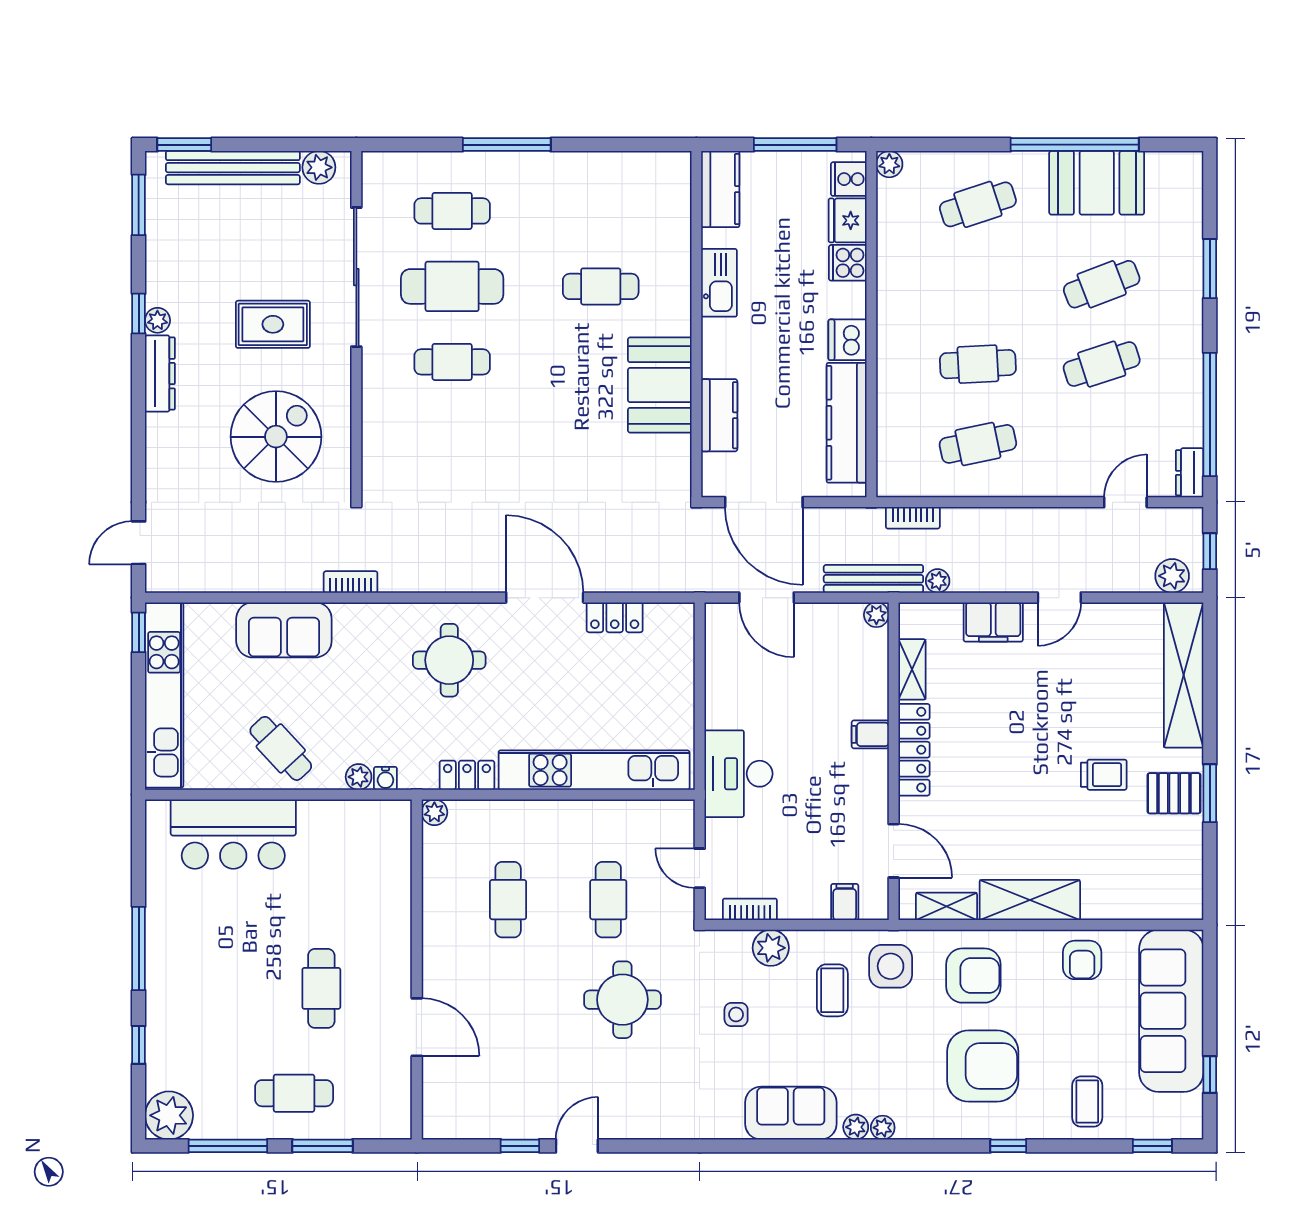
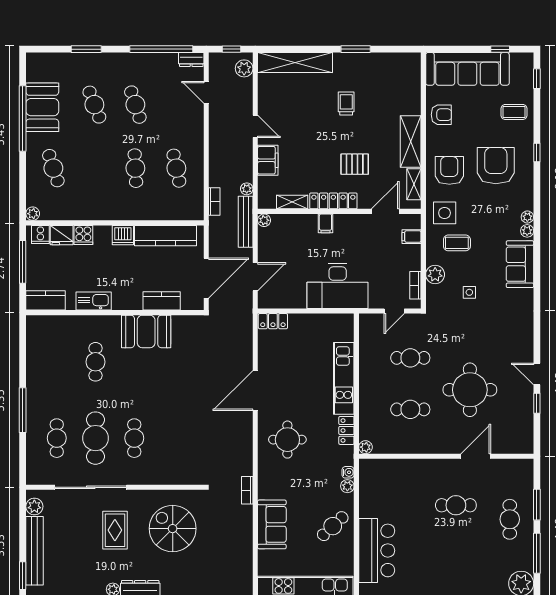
locker: (615, 617) -> (273, 321), moved, turned 90
kitchen unit: (594, 770) -> (344, 378), width x0.73
desk: (738, 774) -> (338, 286), width x1.36, depth x1.30
pallet: (1174, 793) -> (355, 164), moved, turned 90
round table: (622, 1000) -> (470, 390), moved, width x1.36, depth x1.36

